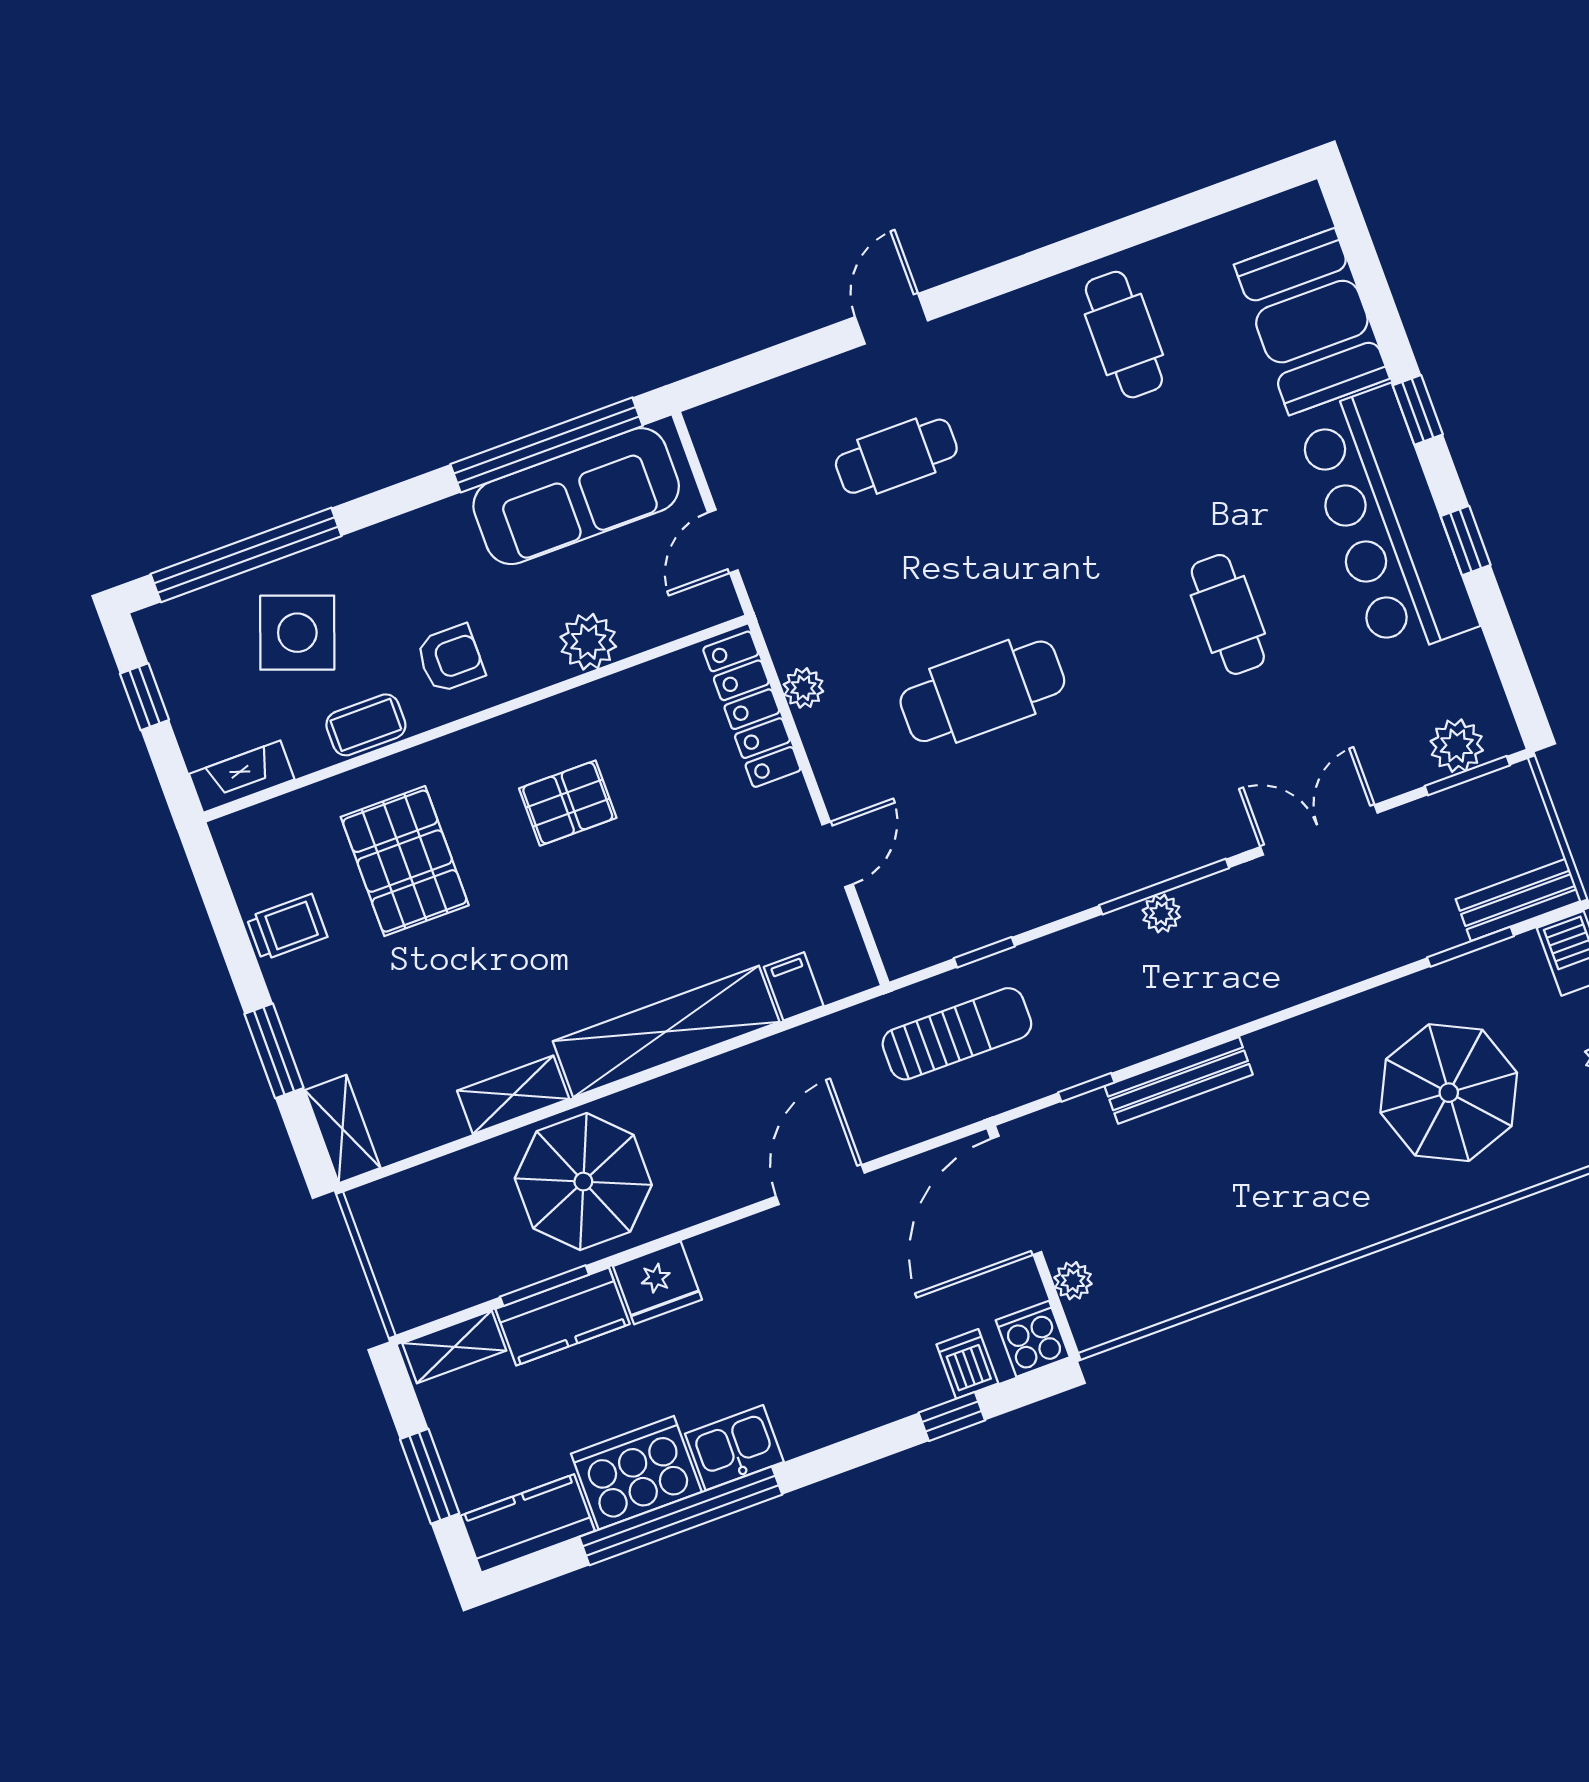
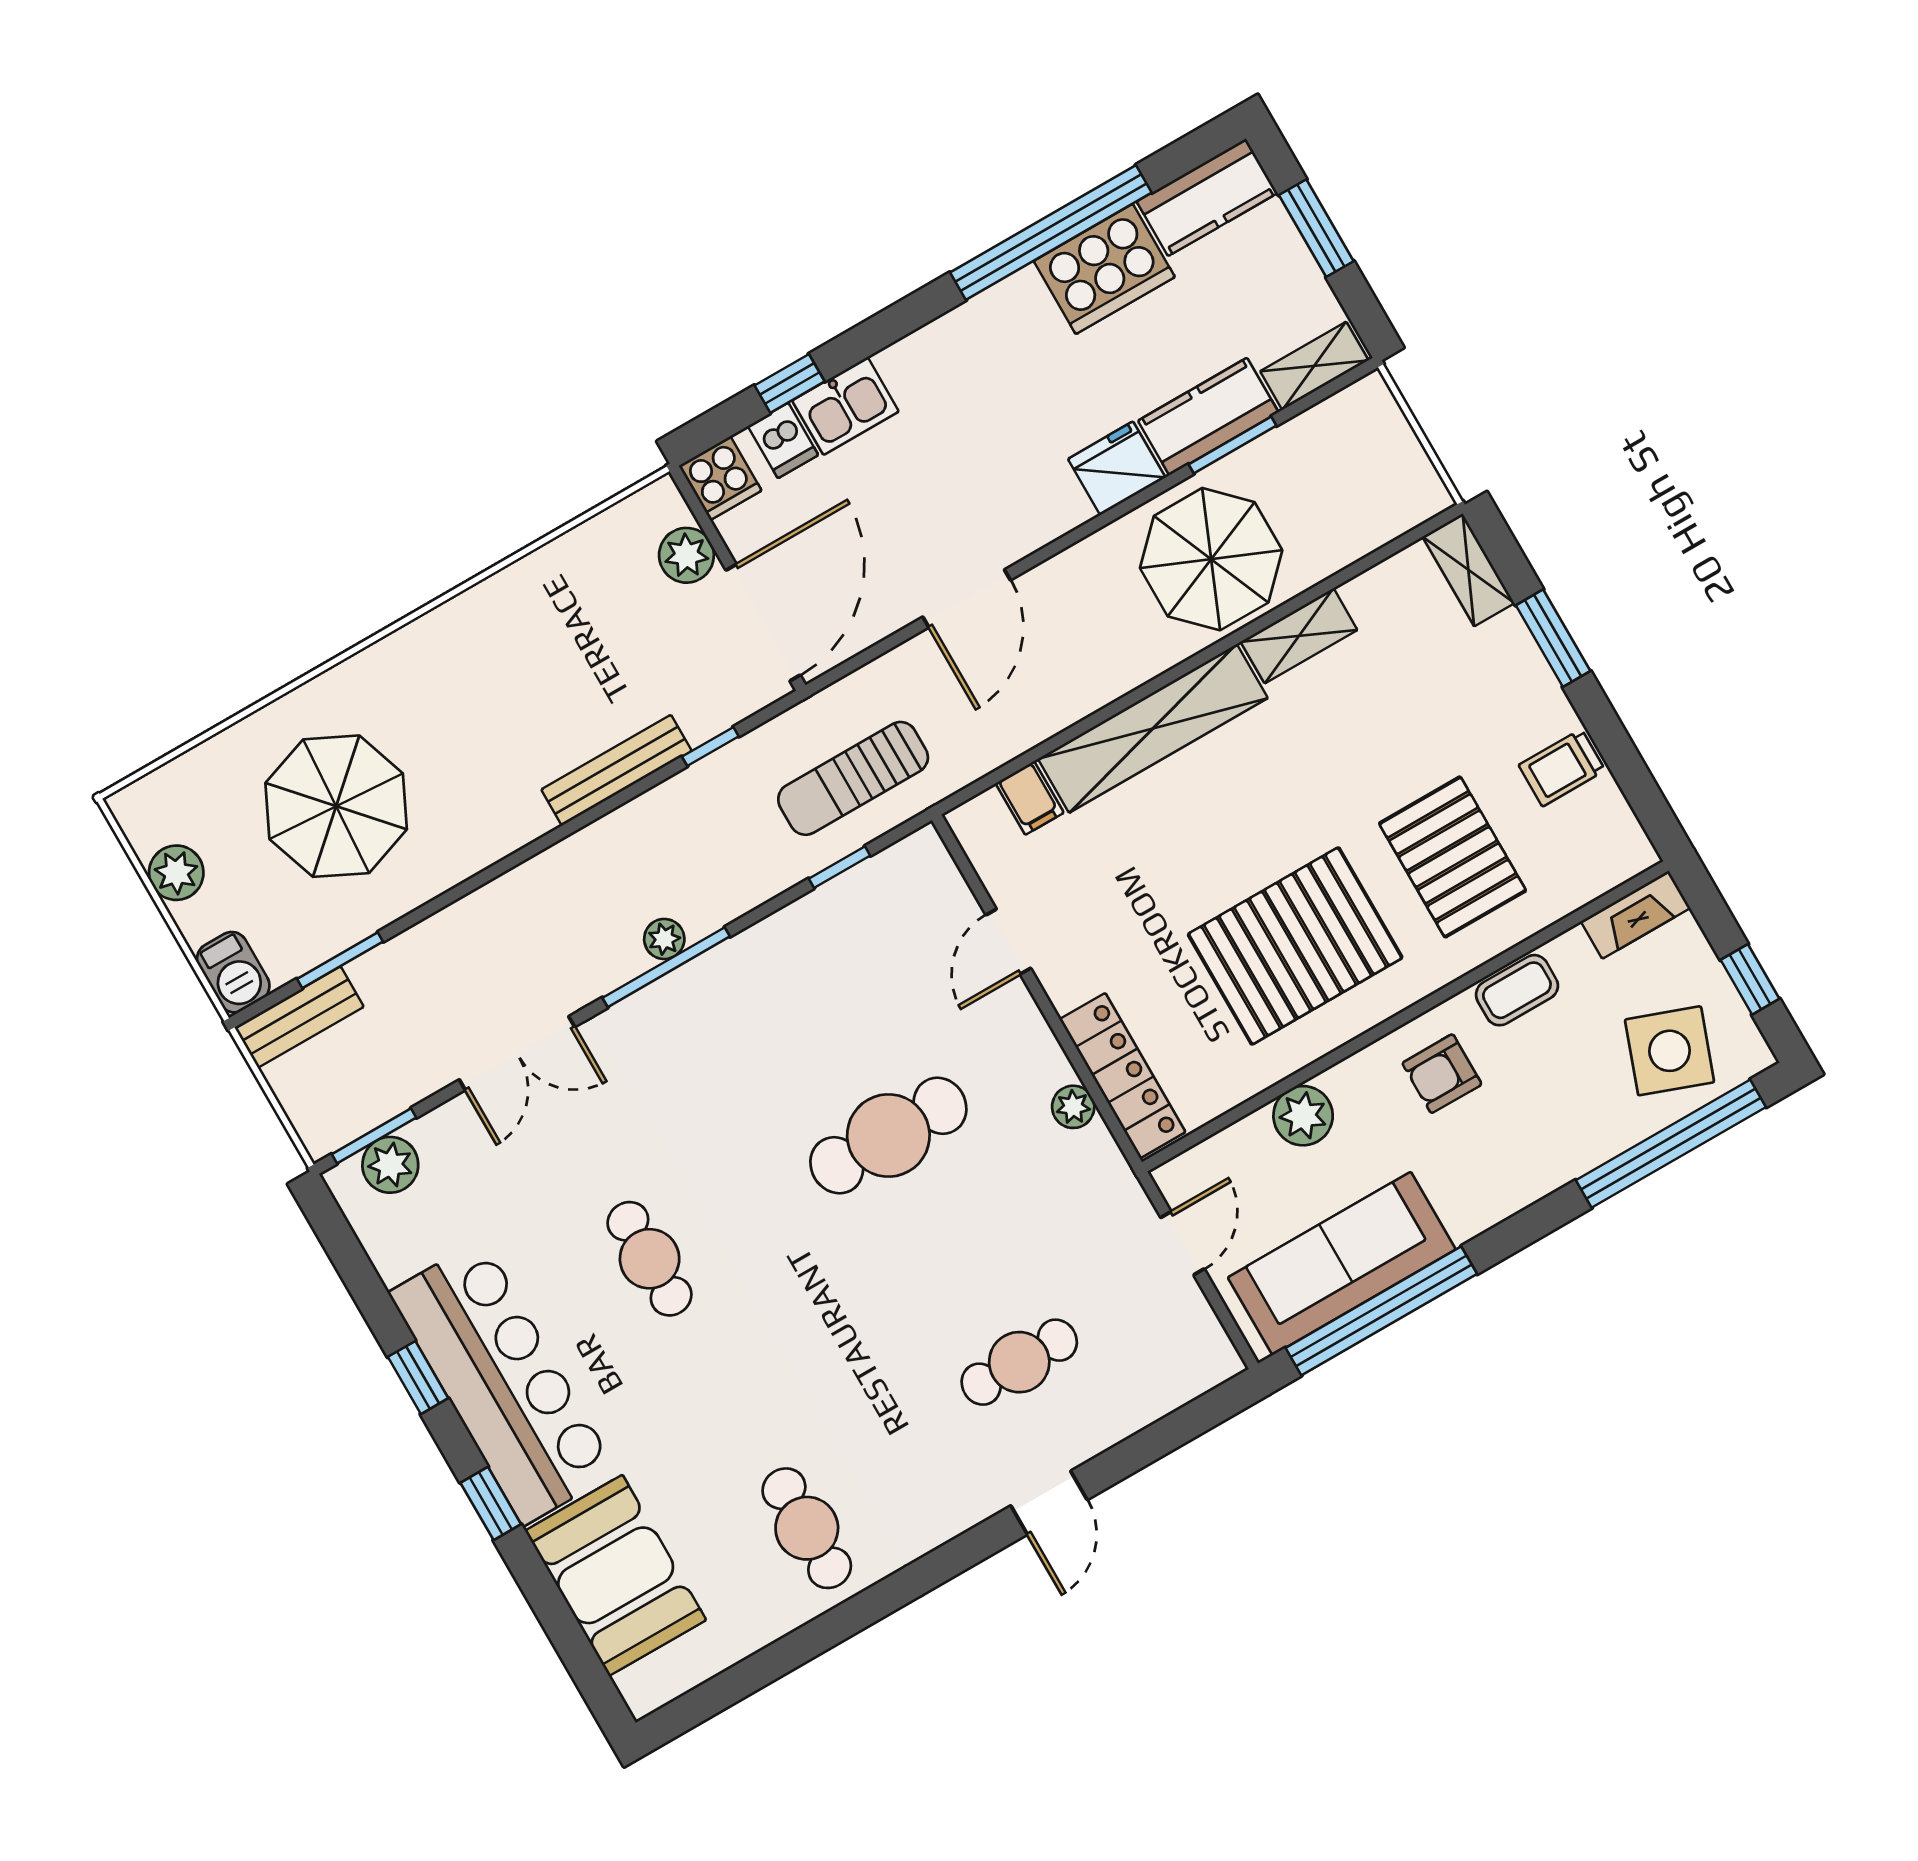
side table: (297, 633) -> (1670, 1051), moved
pallet: (568, 803) -> (1295, 946), width x2.05, depth x2.00
plant: (1073, 1281) -> (686, 555), width x1.38, depth x1.38
kitchen sink: (734, 1448) -> (845, 406), moved

